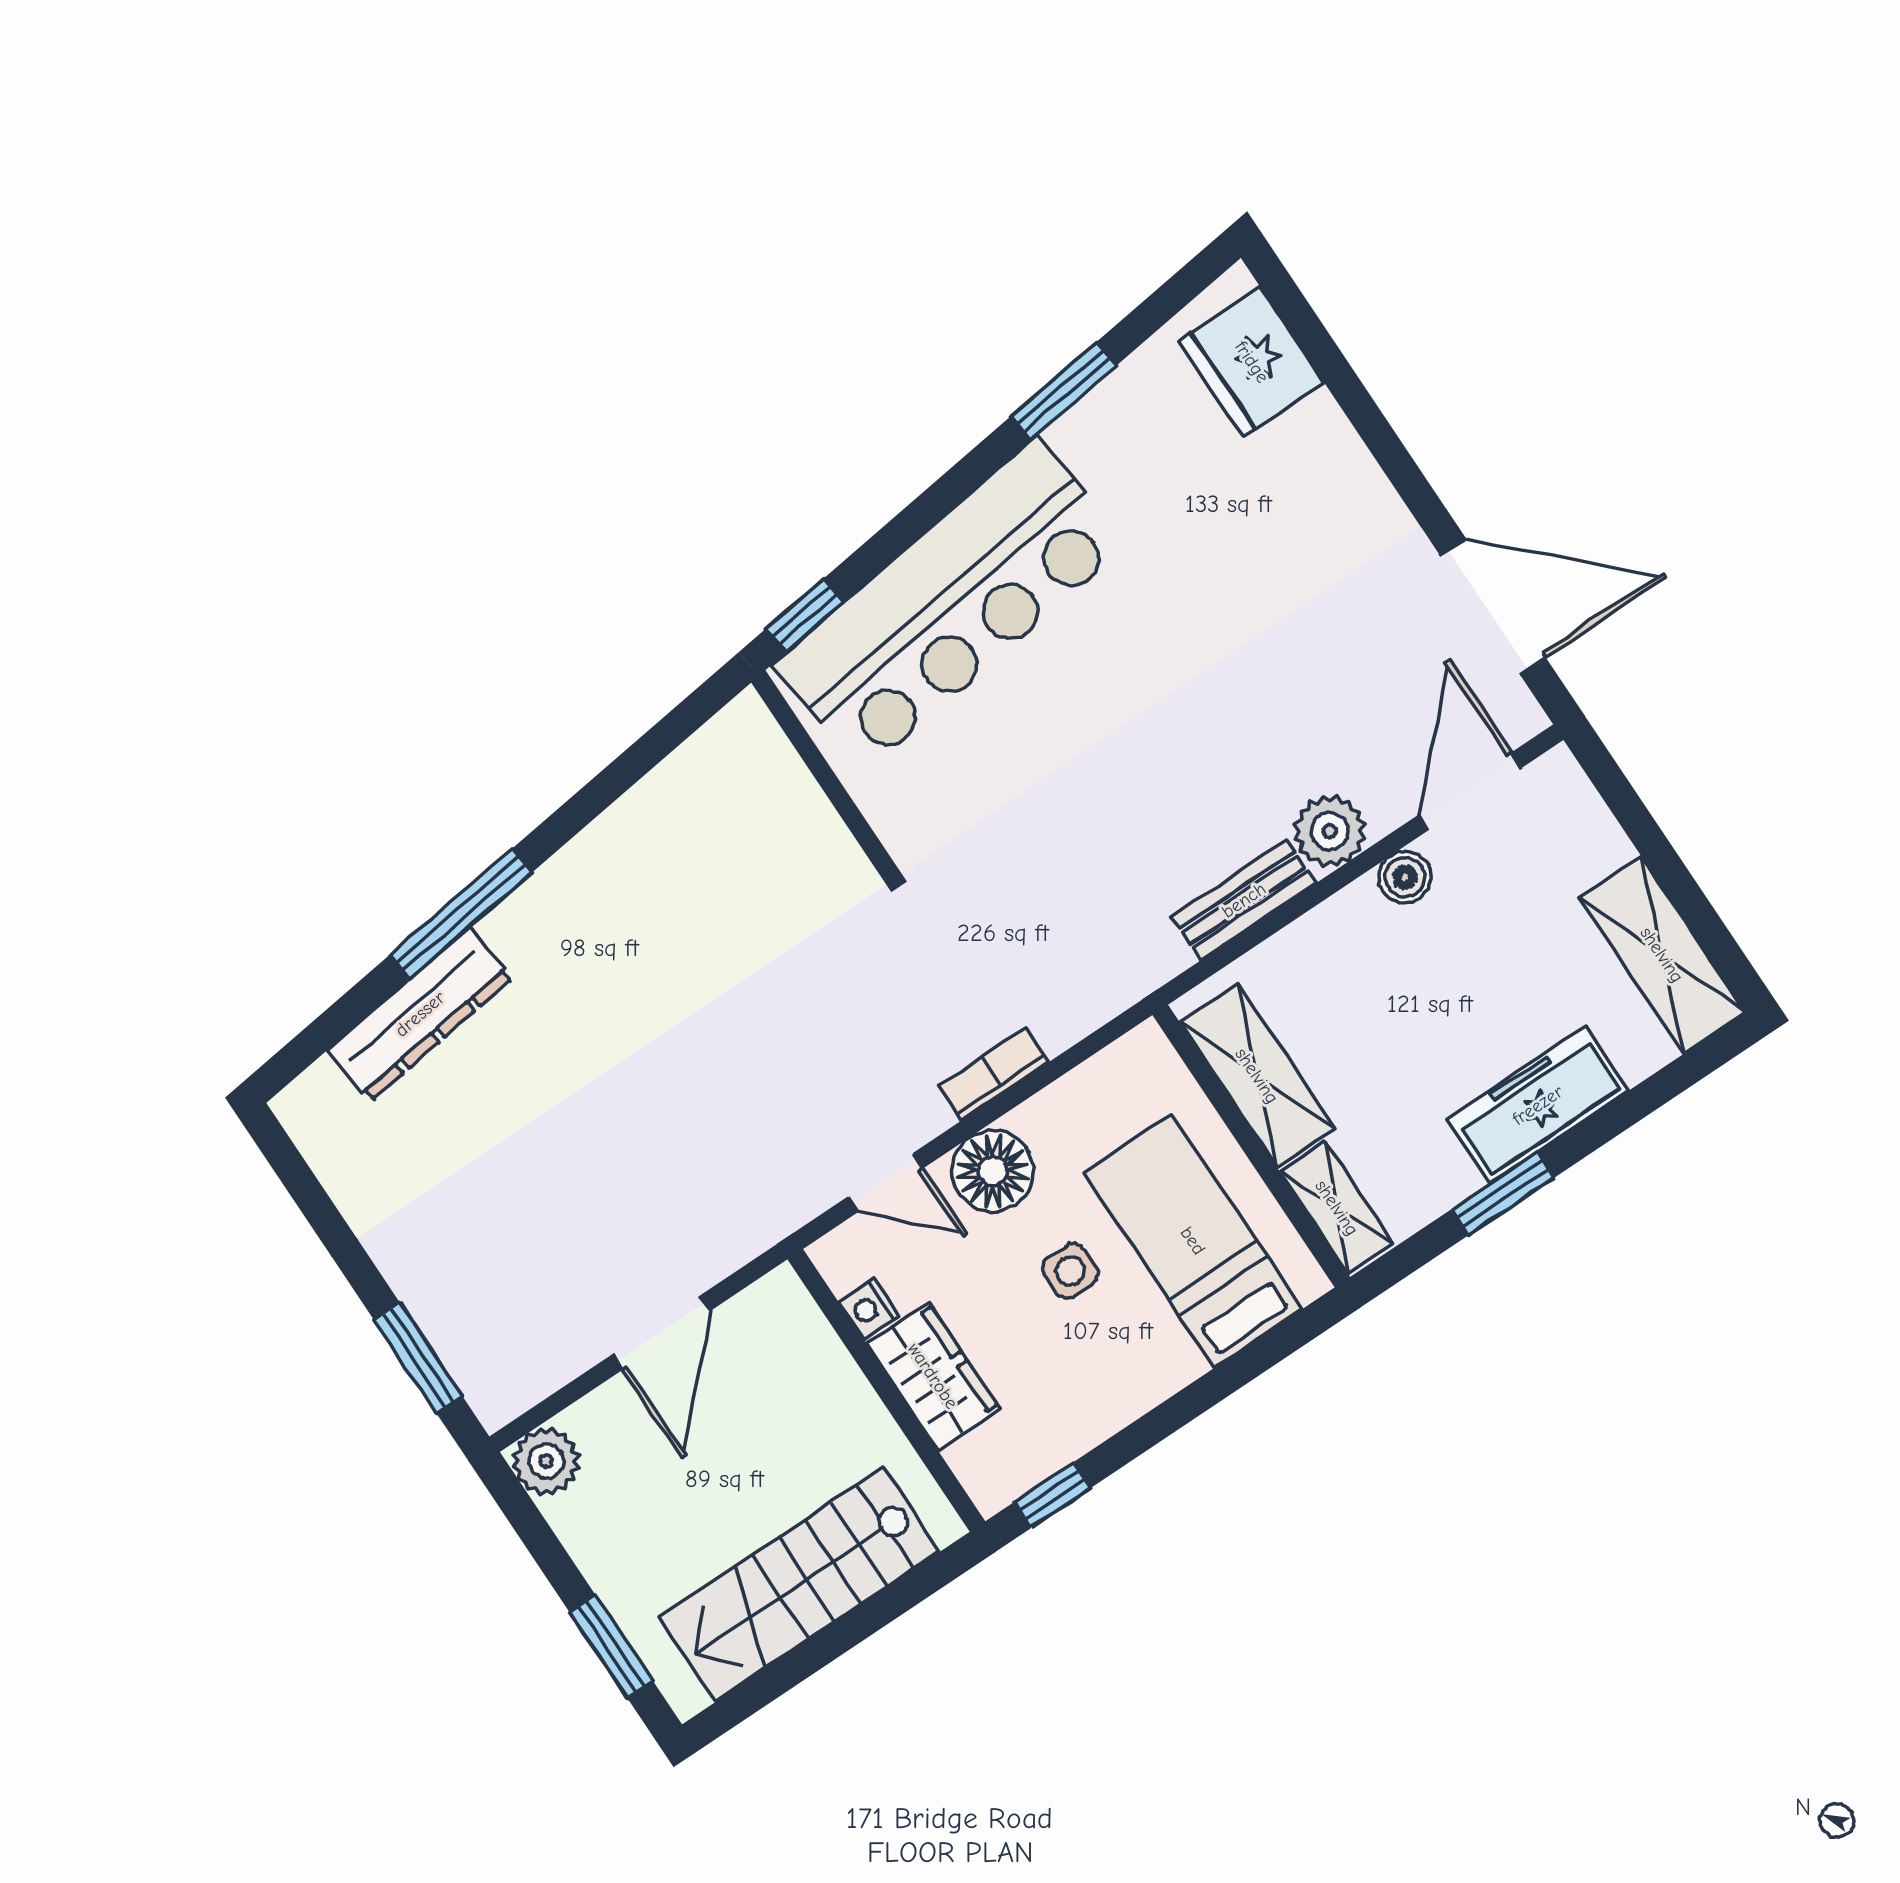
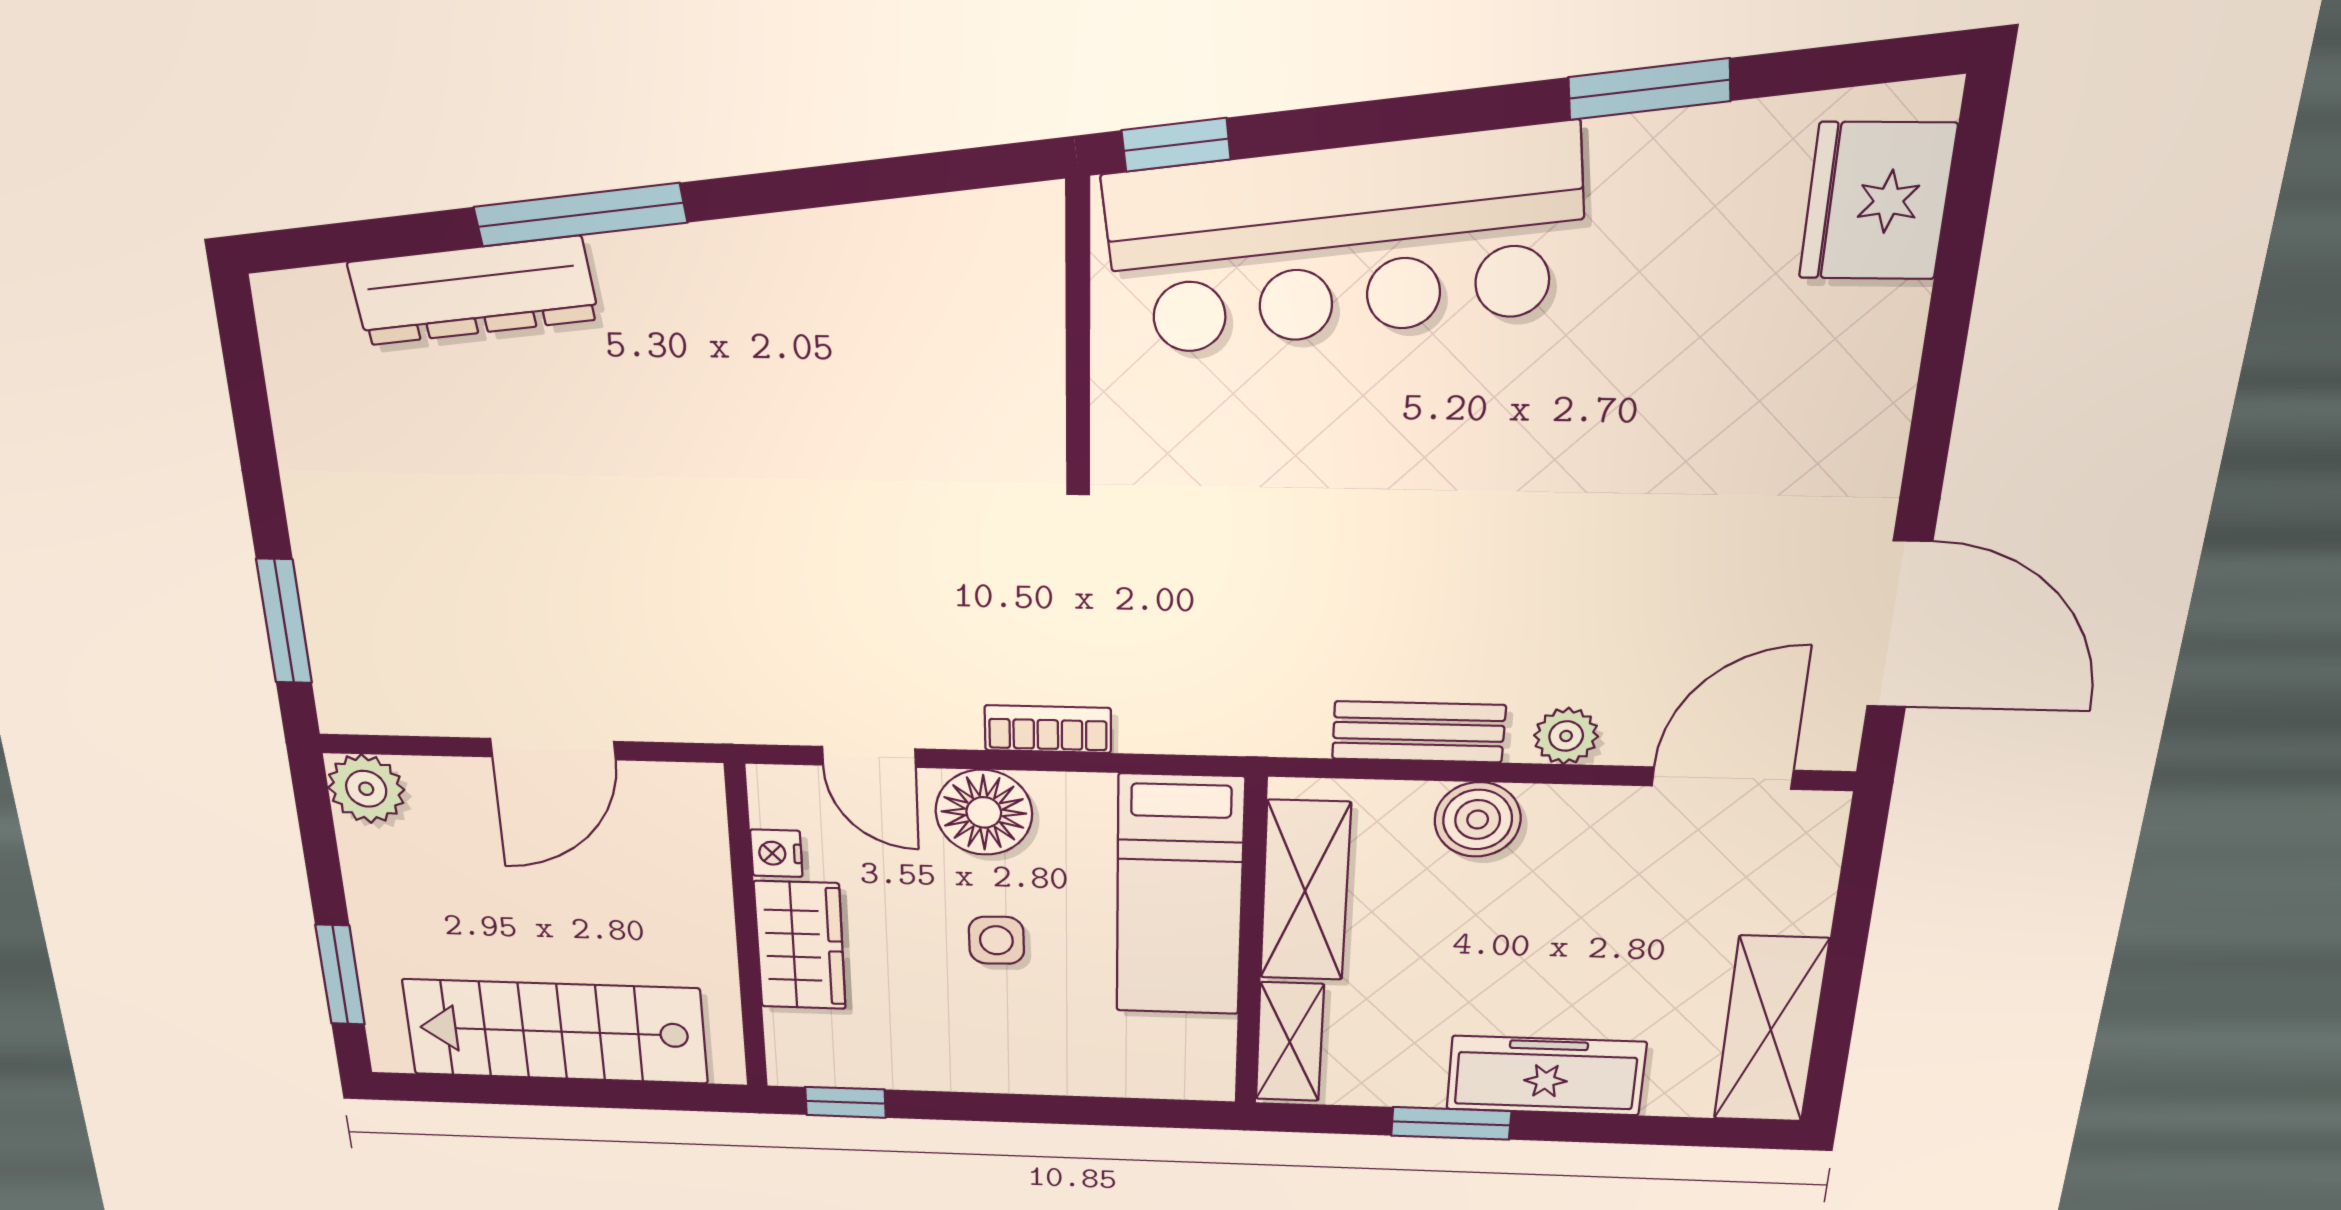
plant: (1330, 831) -> (1566, 736), width x0.73, depth x0.73
boiler: (1405, 877) -> (1478, 820), moved, width x1.36, depth x1.36
bed: (1193, 1241) -> (1179, 896), moved, turned 180

